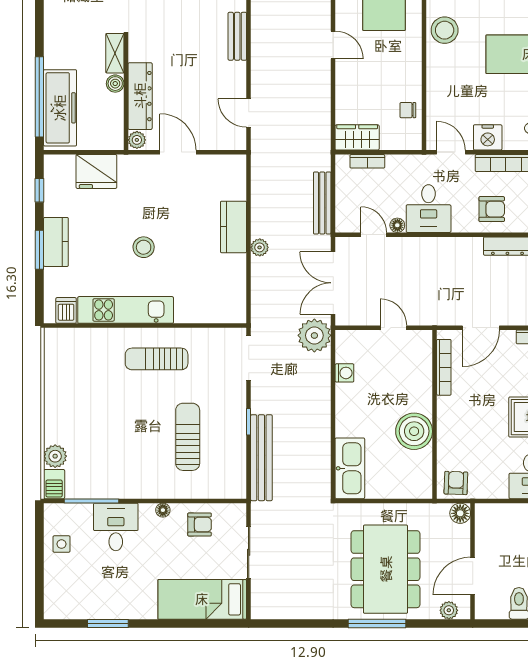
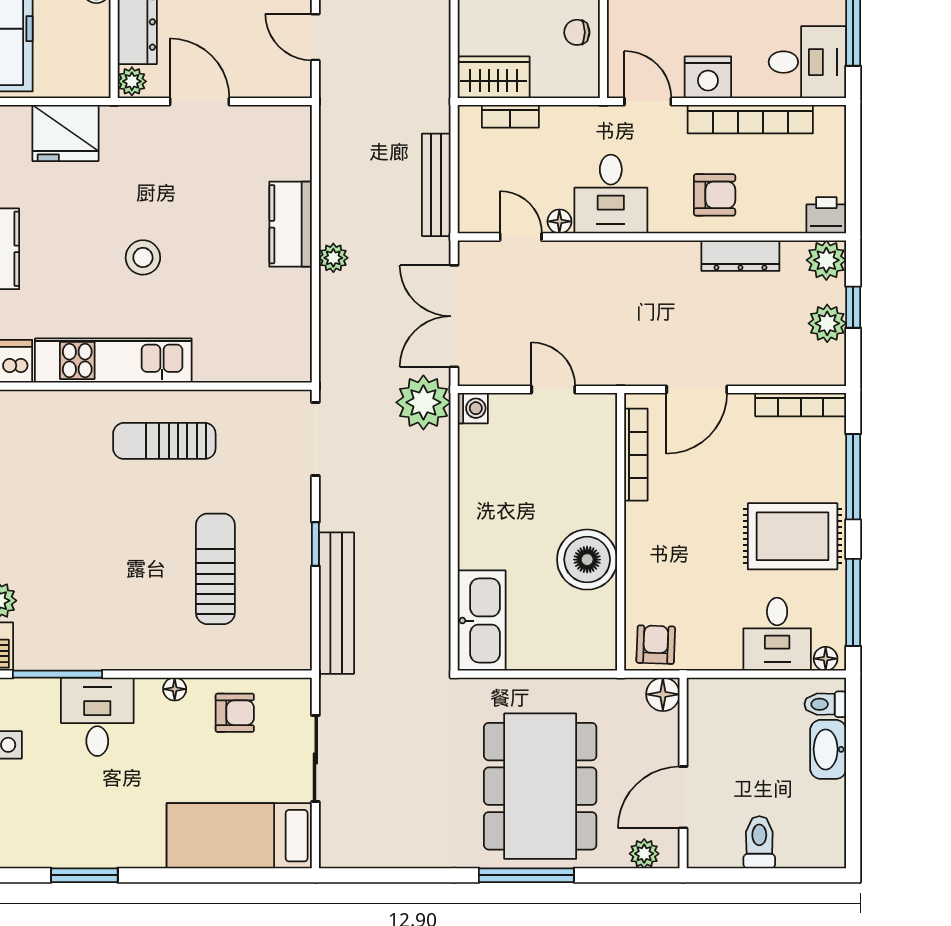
washing machine: (344, 373) -> (473, 408), moved

